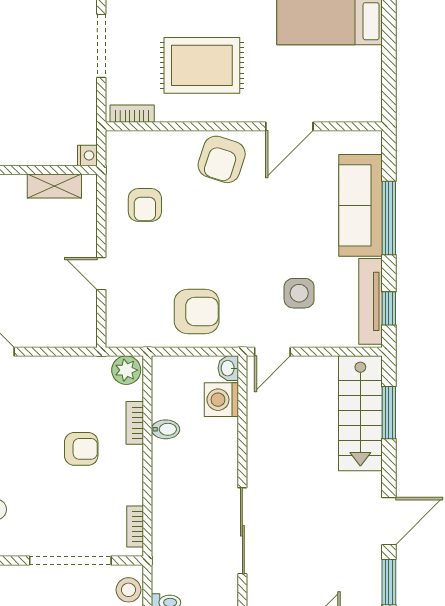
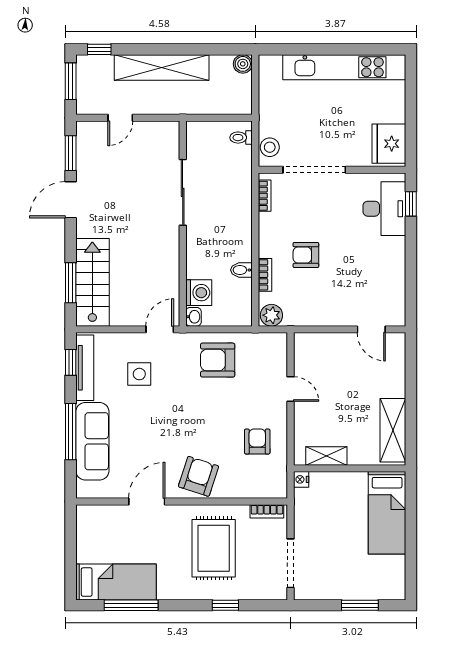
rug: (202, 65) -> (214, 548), turned 90

